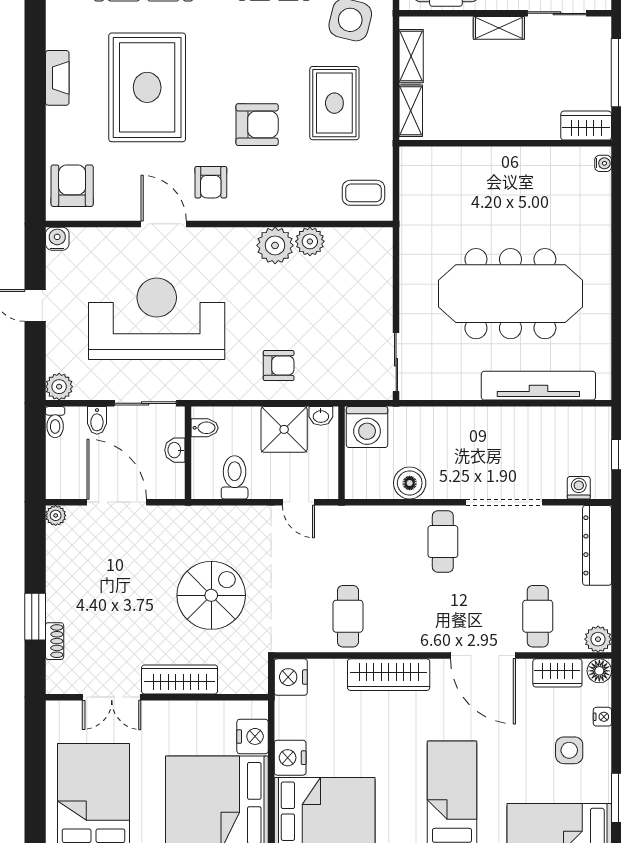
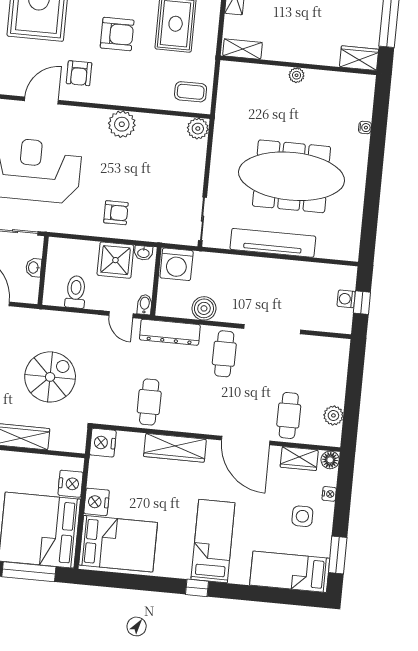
shelving: (411, 111) -> (242, 49), moved, turned 90
plant: (504, 157) -> (297, 75), added
water cooler: (603, 163) -> (365, 127), moved
door: (164, 224) -> (41, 100), hinge flipped
plant: (310, 241) -> (198, 129), moved
tv unit: (538, 386) -> (273, 243), moved
bidet: (205, 428) -> (145, 305), moved, turned -90
washing machine: (579, 488) -> (346, 299), moved, turned -90
dresser: (597, 545) -> (170, 332), moved, turned -90
plant: (598, 639) -> (333, 415), moved

